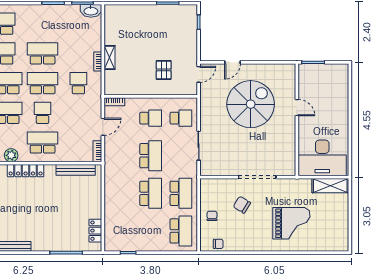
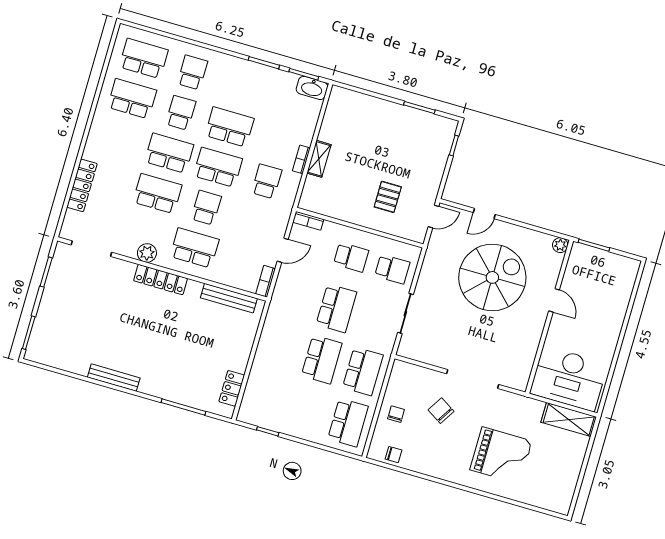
plant: (290, 69) -> (560, 245), added

